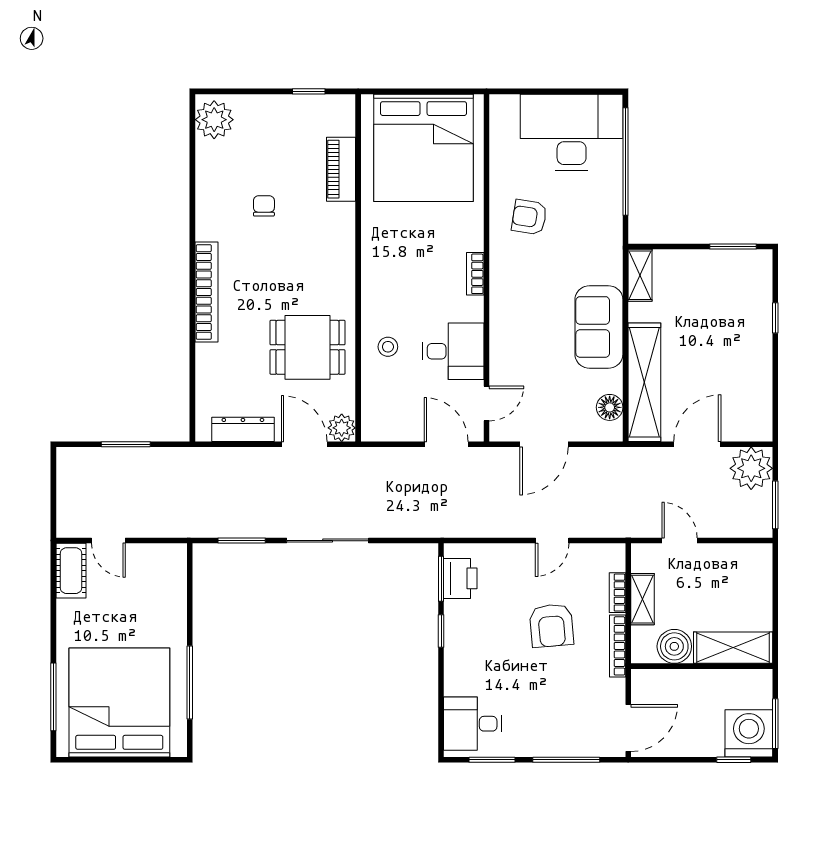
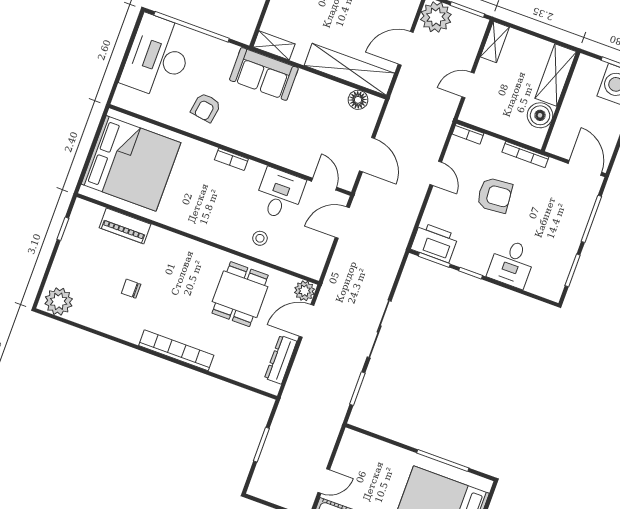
sofa: (599, 327) -> (264, 74), moved
door: (697, 444) -> (406, 48), hinge flipped
printer: (460, 578) -> (435, 242), width x1.37, depth x1.19
bookcase: (617, 593) -> (468, 134), moved
shelving: (642, 599) -> (495, 42), moved, turned 90
desk: (473, 724) -> (512, 263), moved

